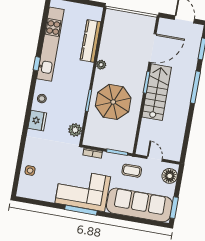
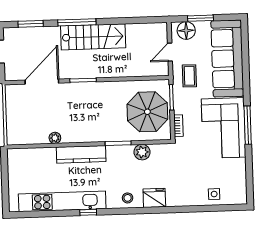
kitchen counter: (91, 41) -> (81, 154), moved
door: (153, 48) -> (42, 82), hinge flipped
plant: (101, 65) -> (55, 138), moved
stairs: (157, 92) -> (93, 37), moved, turned 180
parasol: (113, 102) -> (147, 112), moved
plant: (75, 130) -> (142, 152), moved
window: (174, 208) -> (201, 18), moved

